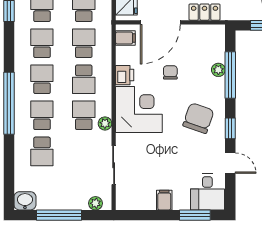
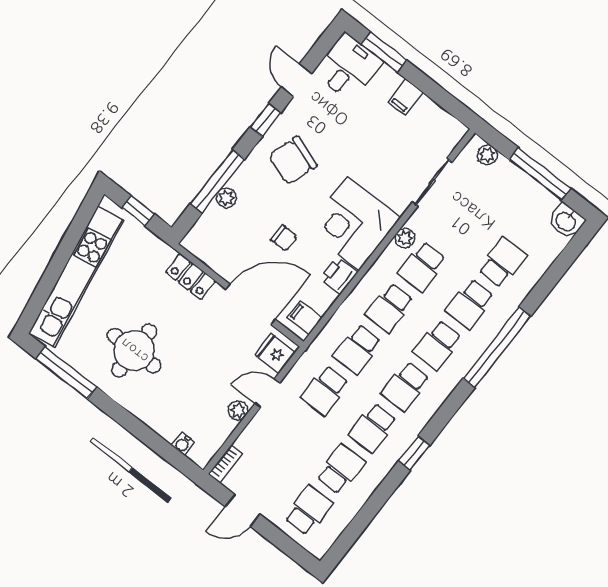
chair: (170, 72) -> (284, 238), turned -90
school desk: (84, 79) -> (390, 308), turned 180

